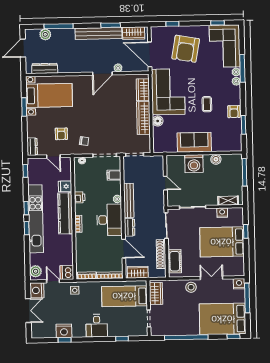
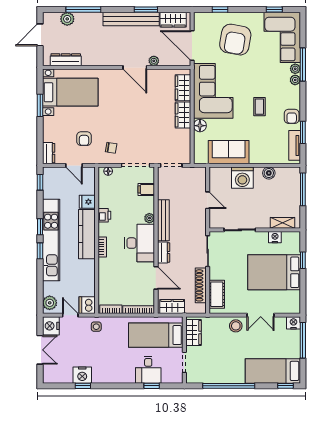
door: (102, 74) -> (135, 67), hinge flipped
wardrobe: (143, 118) -> (183, 115), width x0.67
tv unit: (237, 136) -> (295, 145), added
sofa: (194, 142) -> (229, 152), moved
double door: (211, 278) -> (261, 315), swing flipped
bed: (223, 319) -> (273, 371), width x0.67
desk: (97, 326) -> (148, 370), moved

